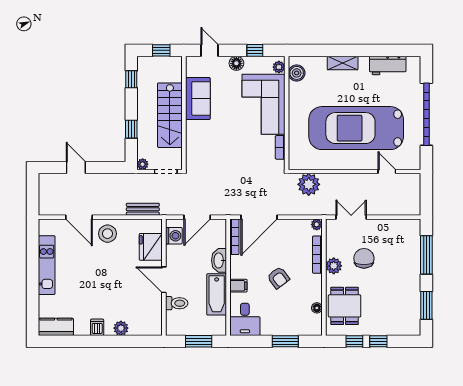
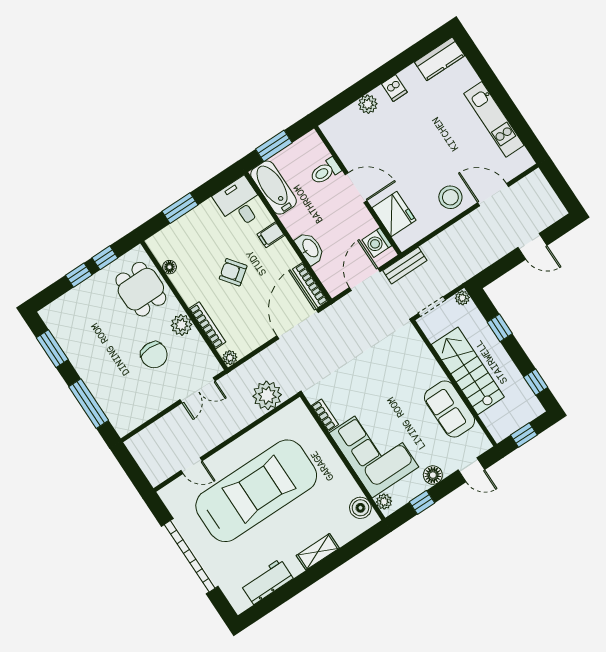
bench: (143, 209) -> (405, 265), moved
bathtub: (217, 294) -> (274, 188), moved

